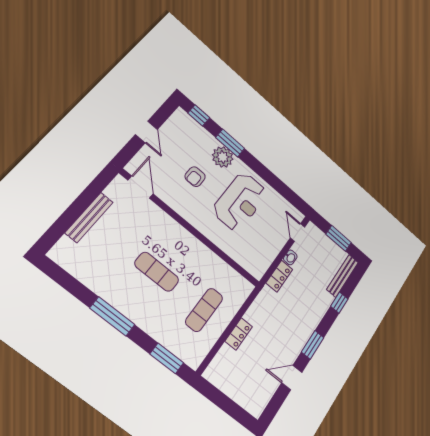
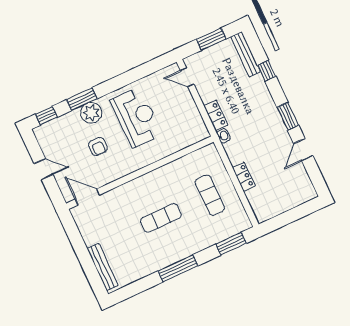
bench: (89, 217) -> (103, 267), moved
washbasin: (290, 257) -> (223, 136), moved

